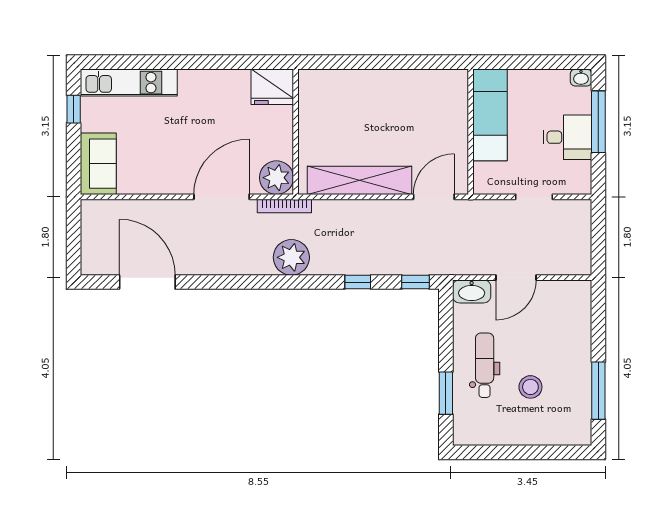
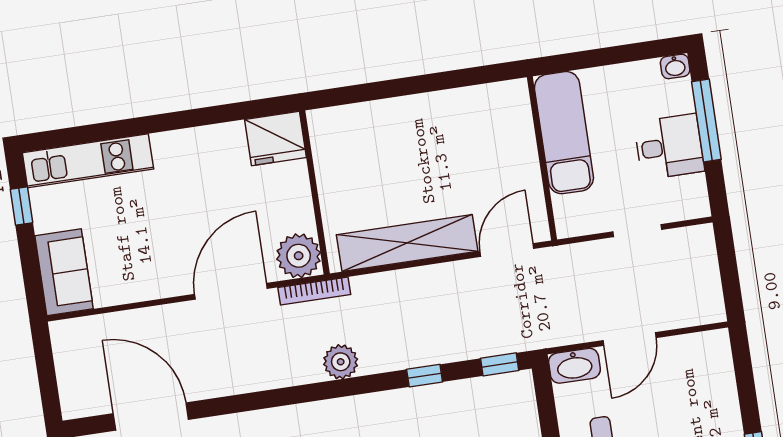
plant: (291, 257) -> (341, 362), width x0.73, depth x0.73

